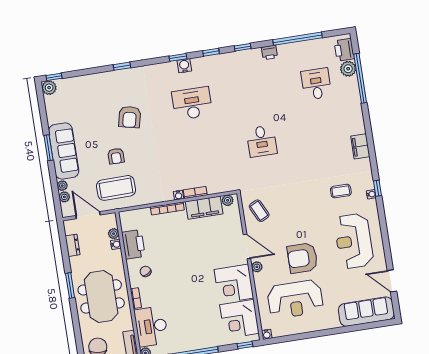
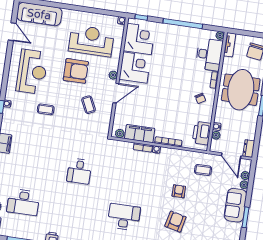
desk: (316, 84) -> (23, 202), width x1.37
desk: (192, 103) -> (124, 217), turned 180
desk: (262, 141) -> (79, 171), turned 180
sofa: (64, 151) -> (236, 205), width x0.73
armchair: (116, 156) -> (179, 191), moved
coffee table: (116, 188) -> (203, 170), width x0.54, depth x0.58
coffee table: (341, 191) -> (46, 109), moved
coffee table: (259, 211) -> (88, 105), moved
printer: (133, 244) -> (202, 133), moved
dresser: (72, 245) -> (249, 148), moved
door: (247, 247) -> (116, 93), swing flipped

